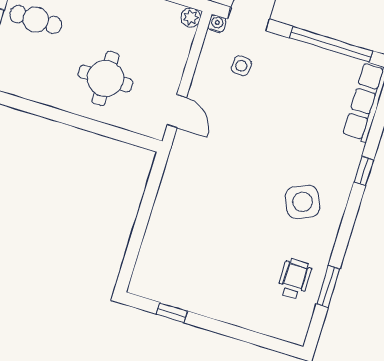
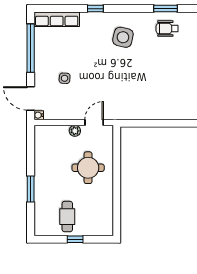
plant: (191, 17) -> (75, 131), moved
side table: (241, 66) -> (65, 78), moved
side table: (302, 202) -> (123, 37), turned 37

